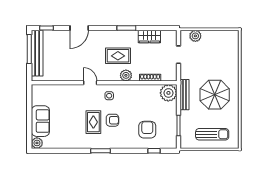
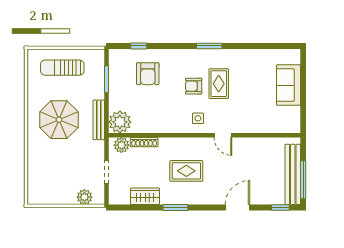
plant: (126, 75) -> (121, 145), moved
plant: (37, 143) -> (293, 56), removed

